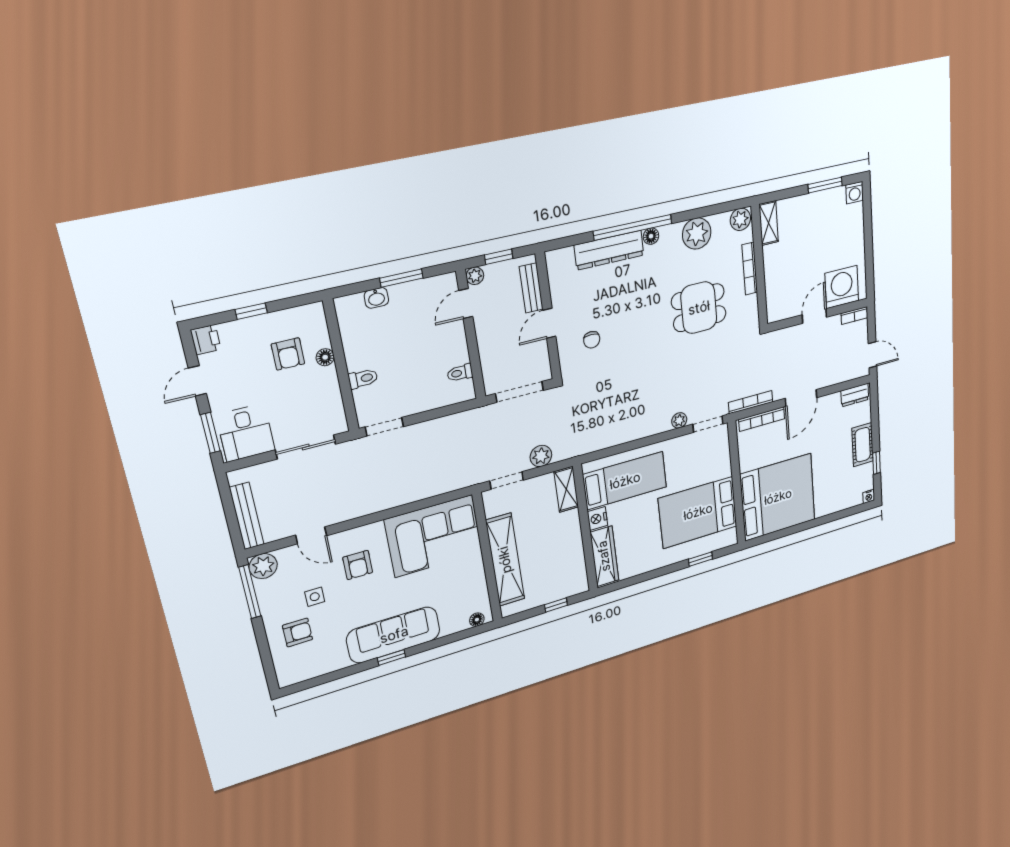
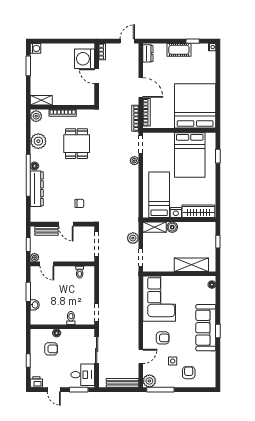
boiler: (571, 520) -> (172, 227), added
shelving: (505, 560) -> (191, 265), width x0.68

